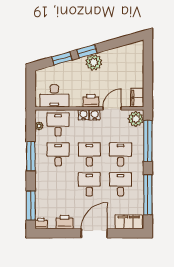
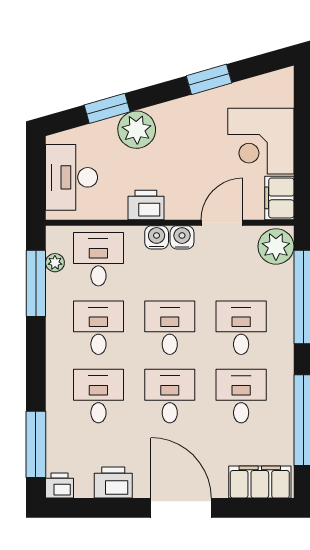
window: (87, 51) -> (209, 79), moved
plant: (94, 62) -> (137, 130), moved
corner desk: (129, 73) -> (261, 141), added
desk: (54, 96) -> (72, 177), moved, turned 90
printer: (91, 101) -> (146, 205), moved
window: (31, 156) -> (36, 283), moved
desk: (58, 184) -> (98, 396), added
door: (94, 233) -> (181, 508), hinge flipped

